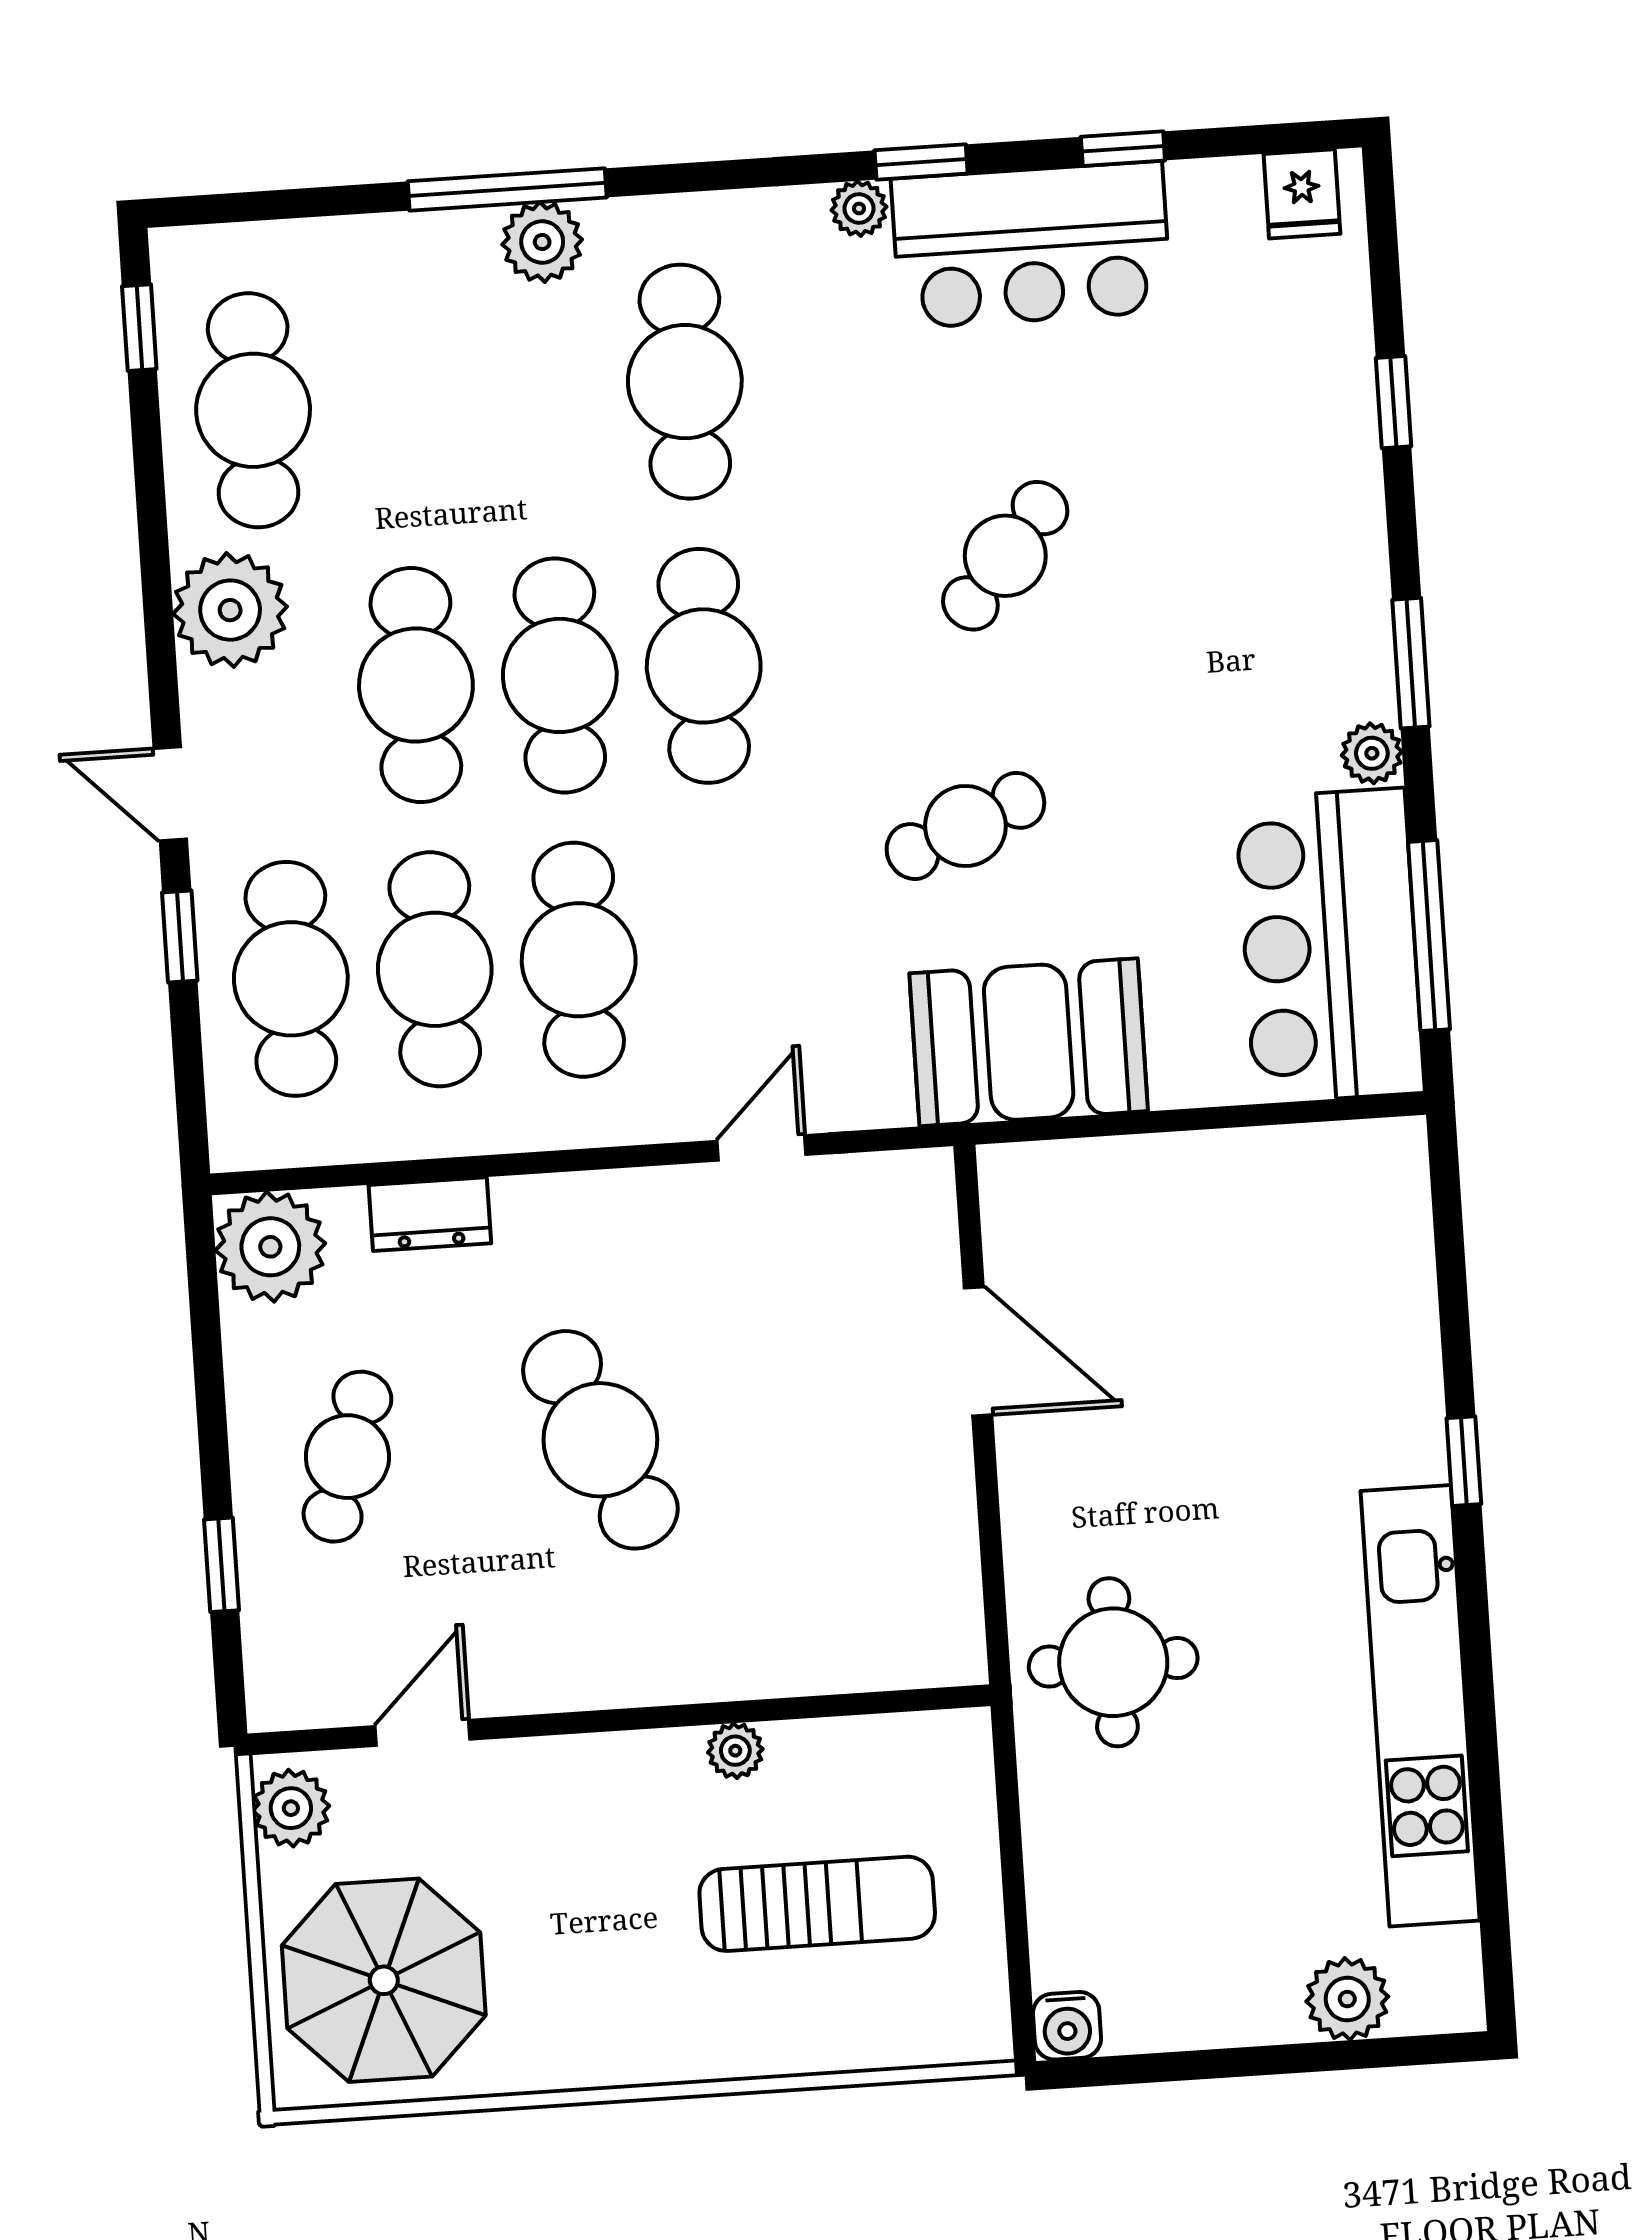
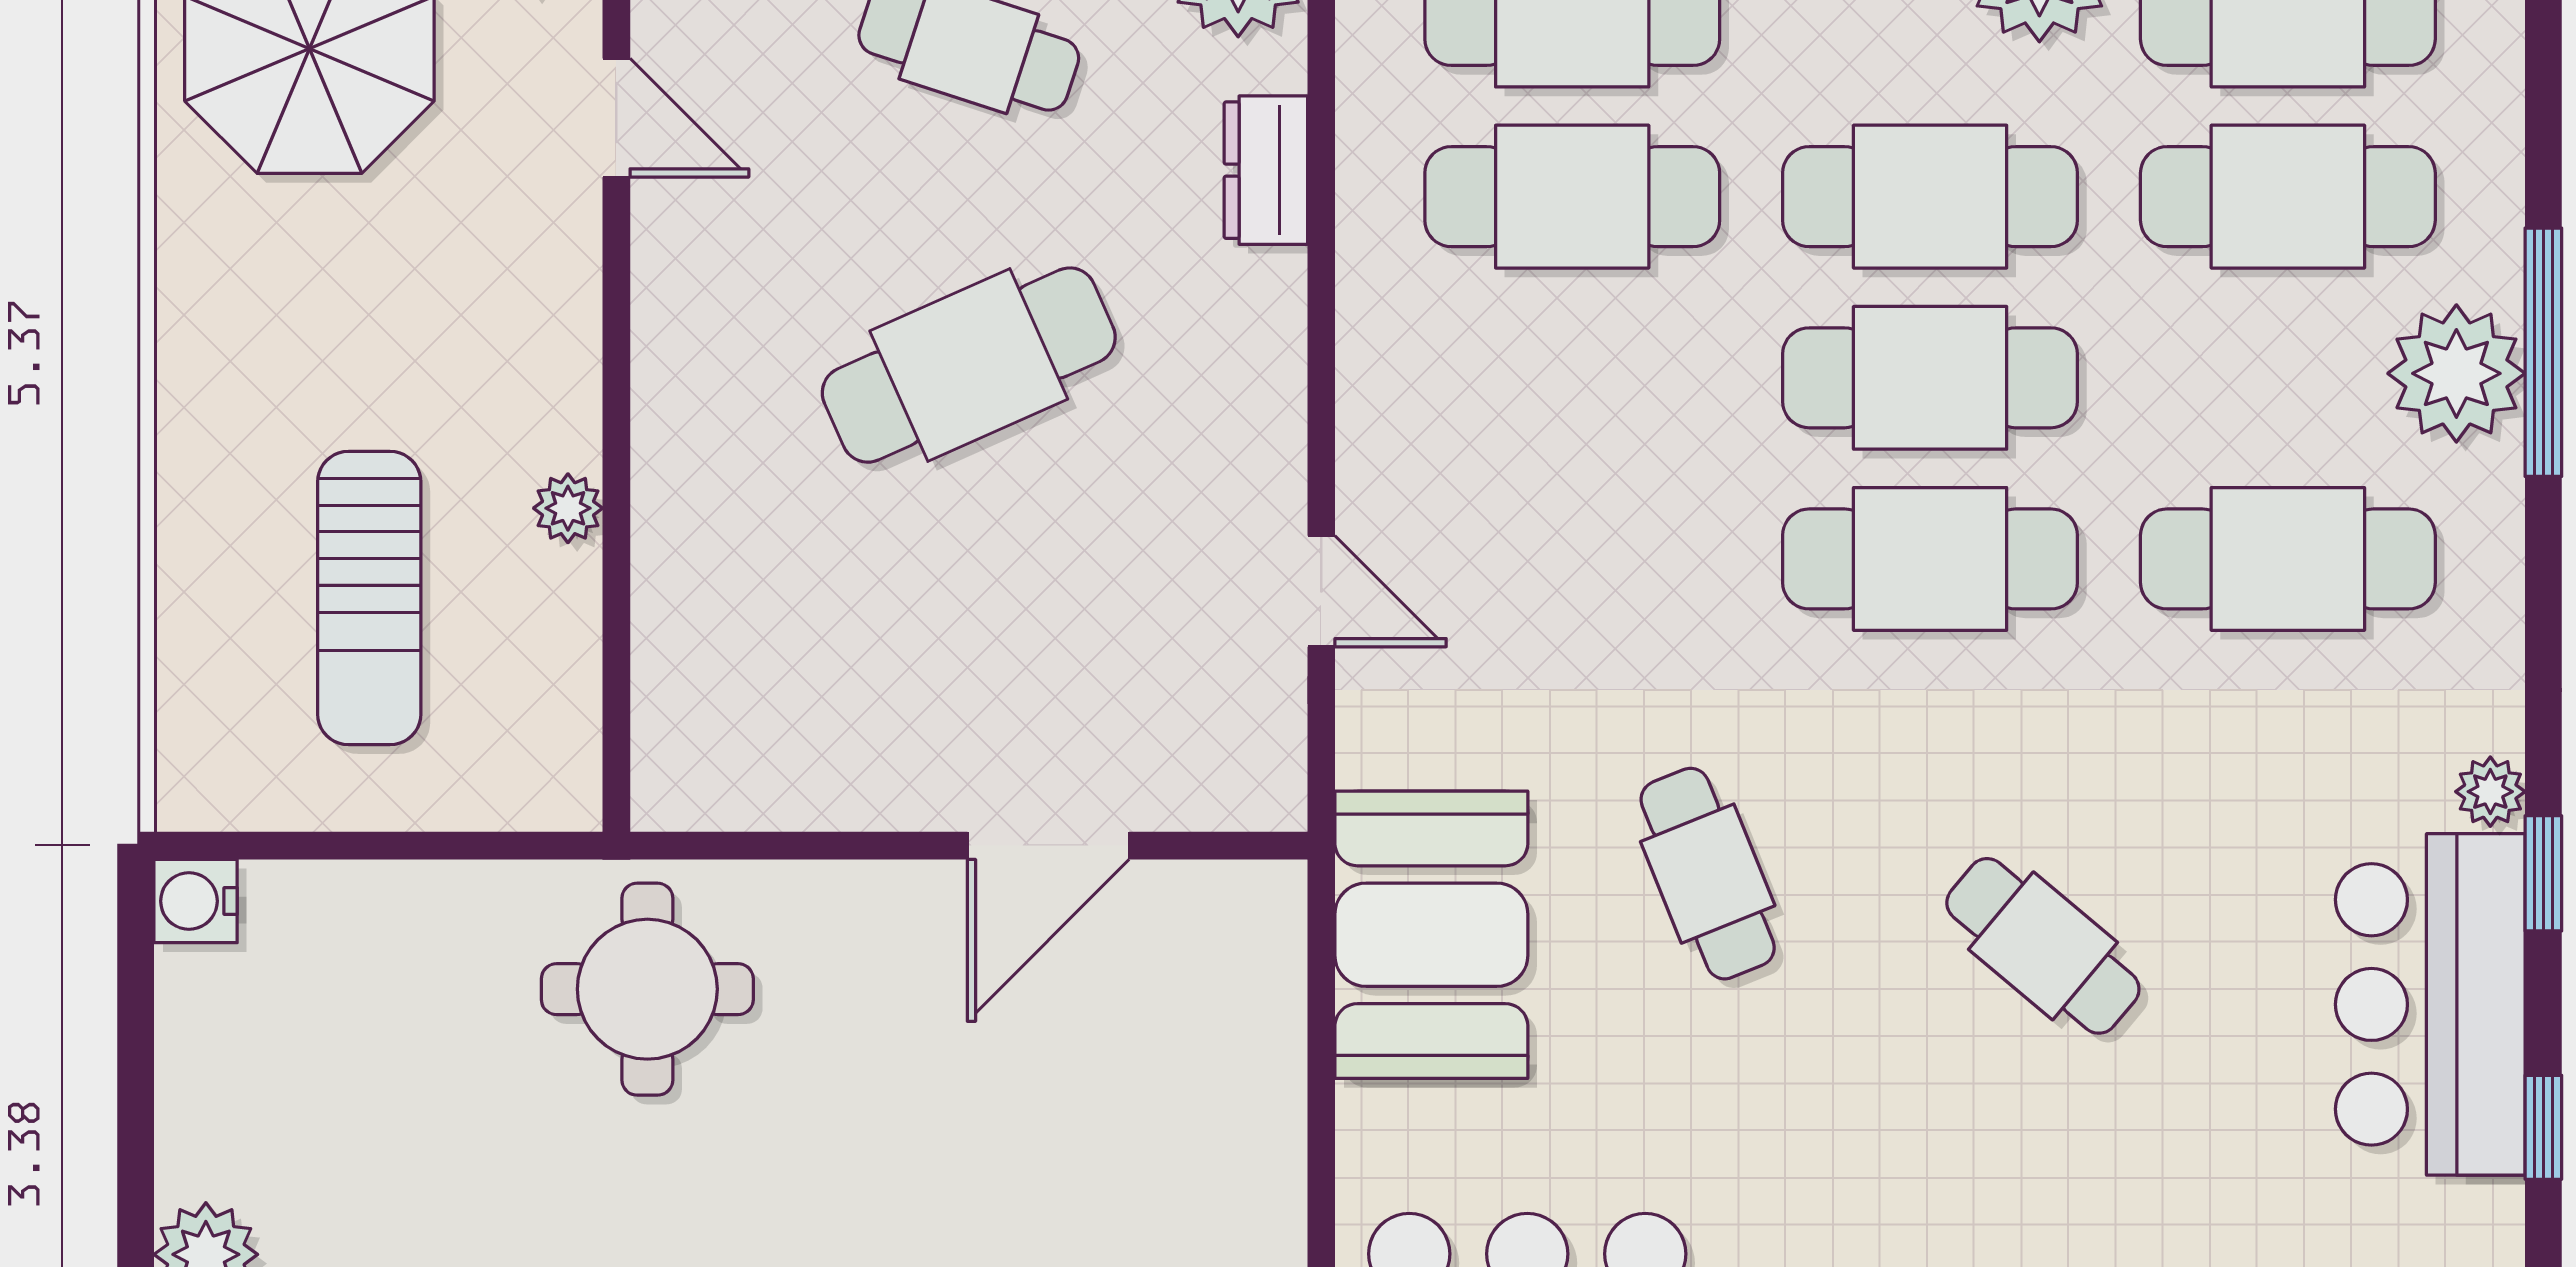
plant: (542, 242) -> (2456, 373), width x1.36, depth x1.36
cafe table: (579, 960) -> (2288, 197), moved

